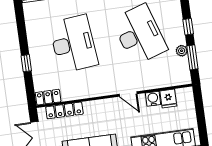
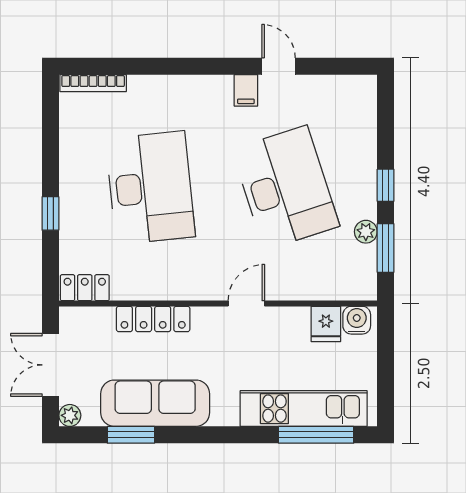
door: (128, 94) -> (246, 304), swing flipped
water cooler: (153, 99) -> (357, 320), moved
locker: (64, 110) -> (153, 319), moved

